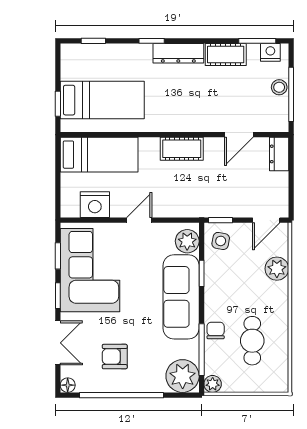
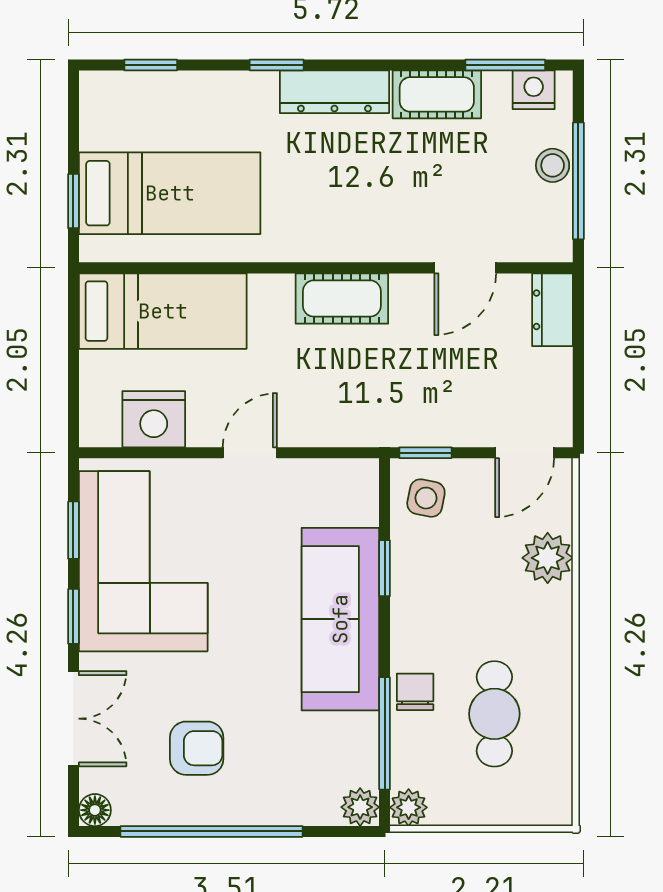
plant: (187, 241) -> (354, 499), removed
armchair: (115, 357) -> (197, 748), turned 180
plant: (183, 376) -> (360, 807), width x0.53, depth x0.53

